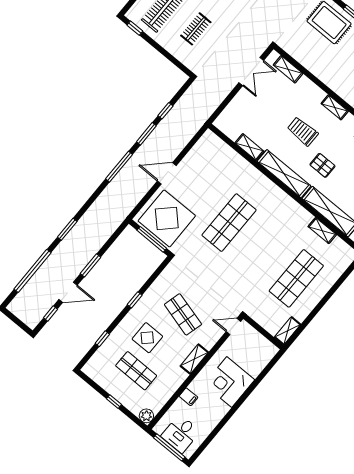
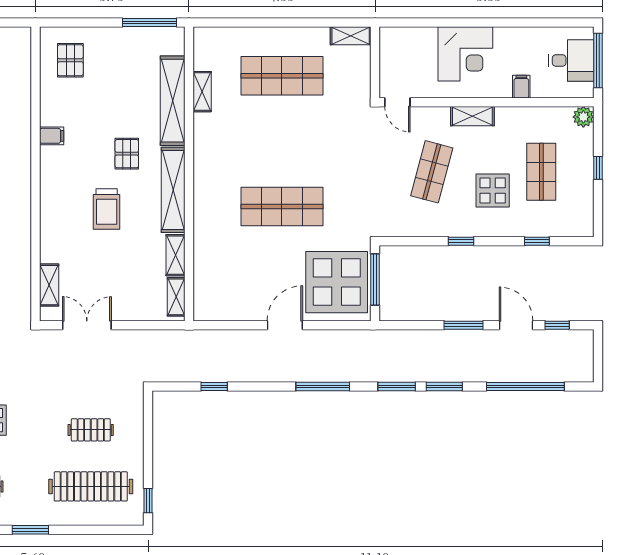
shelving: (335, 107) -> (176, 297), moved
window: (146, 134) -> (397, 387), moved
door: (167, 173) -> (285, 325), swing flipped

